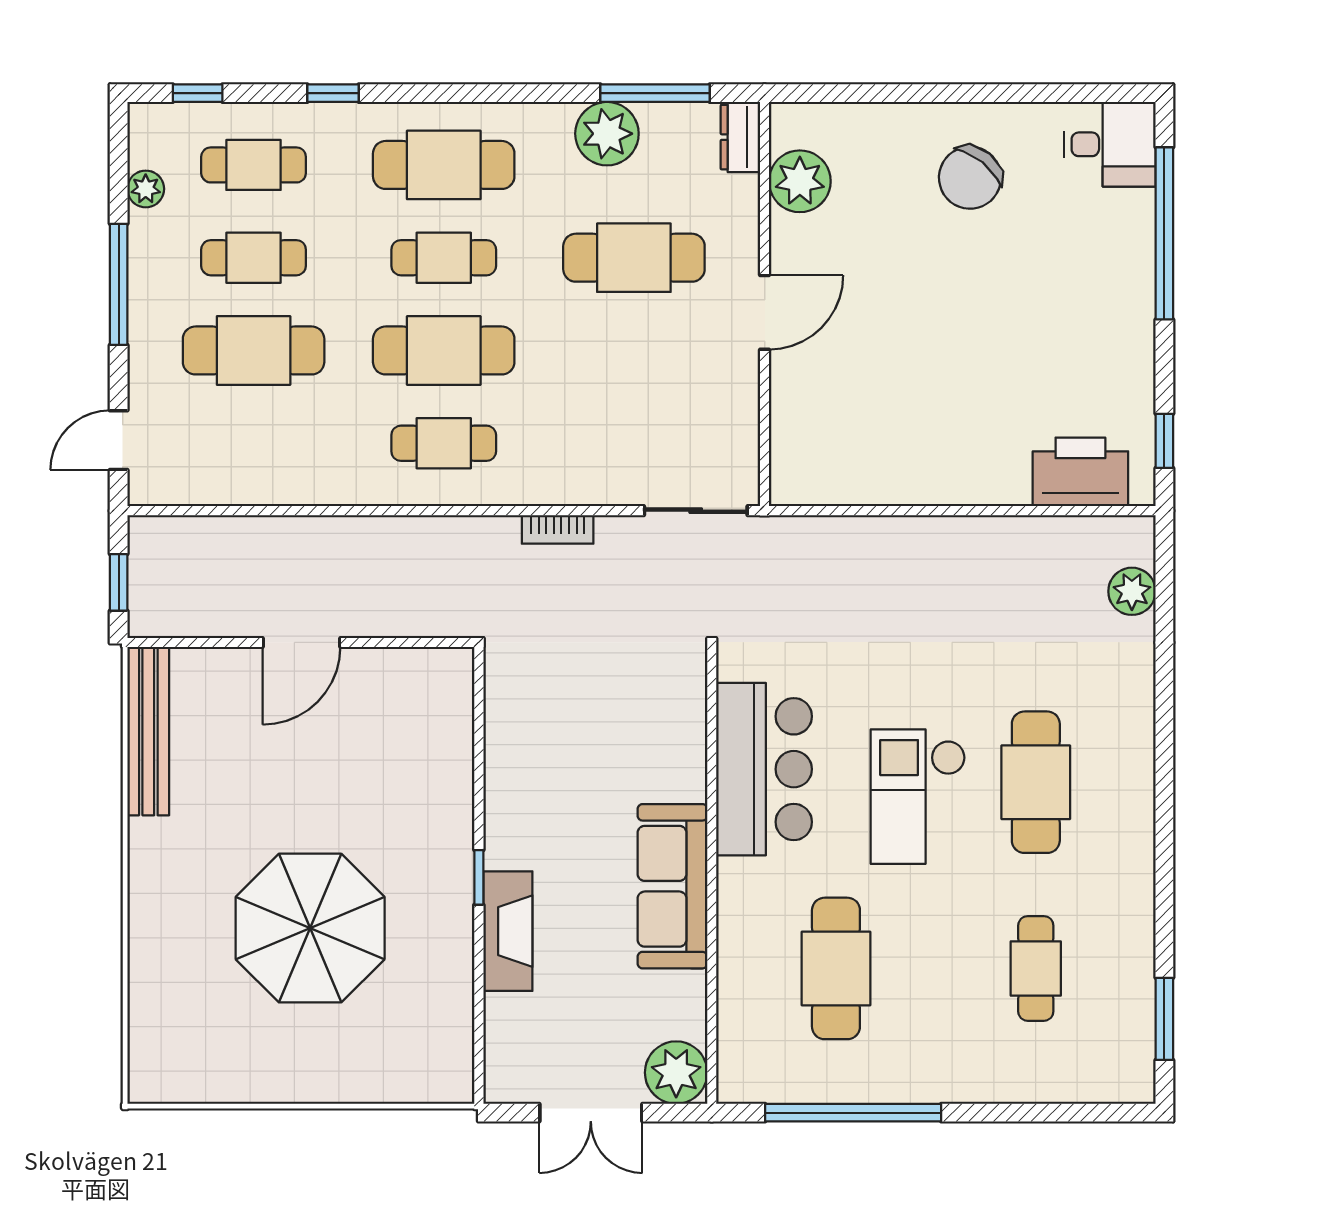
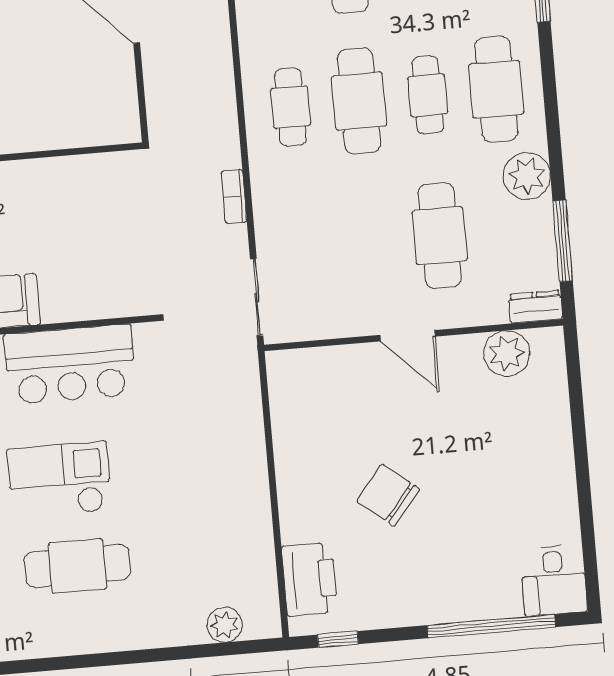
plant: (607, 134) -> (527, 176), moved
chair: (970, 178) -> (388, 495), moved

